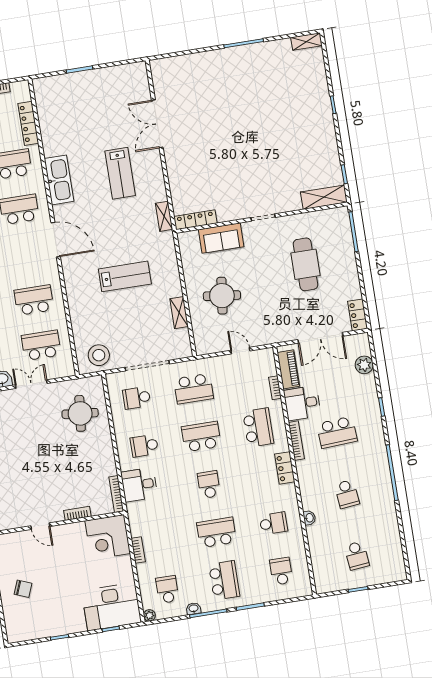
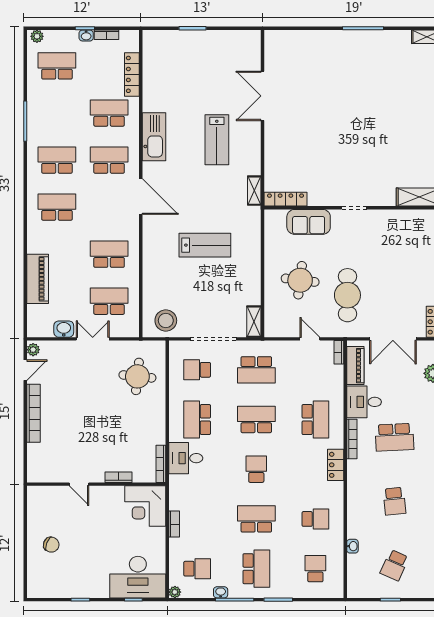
cafe table: (306, 264) -> (347, 295), moved
shelving: (179, 313) -> (254, 322), moved
bookcase: (275, 388) -> (339, 352), moved
school desk: (144, 446) -> (197, 420), width x1.85
washbasin: (309, 518) -> (352, 546), moved
school desk: (357, 556) -> (394, 565), turned 30
school desk: (167, 589) -> (197, 569), turned 90

